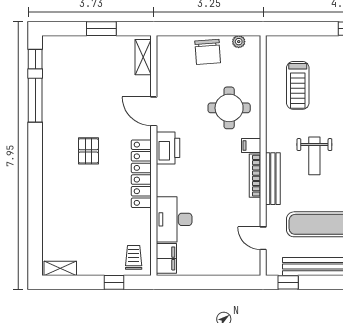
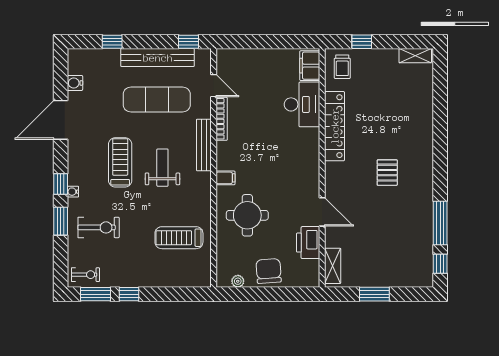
treadmill: (298, 85) -> (179, 238), turned -90
printer: (168, 148) -> (308, 243), moved
locker: (141, 174) -> (335, 126), moved
bookcase: (255, 176) -> (222, 119), moved

